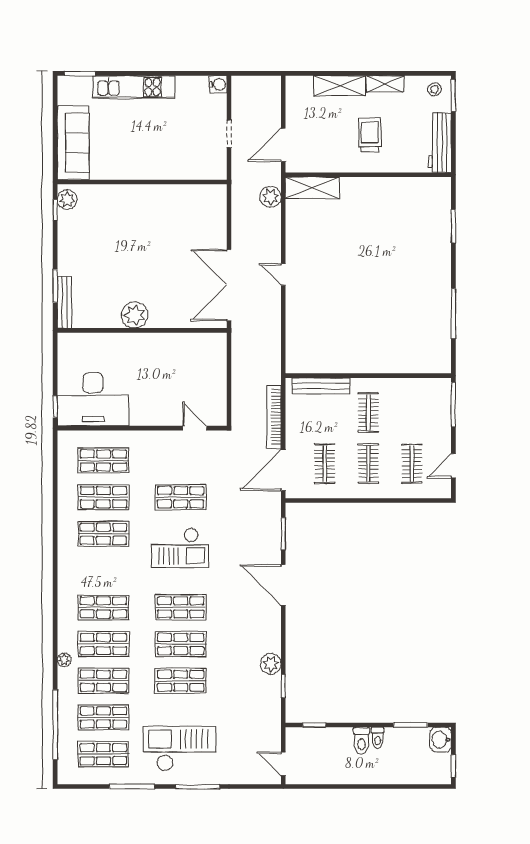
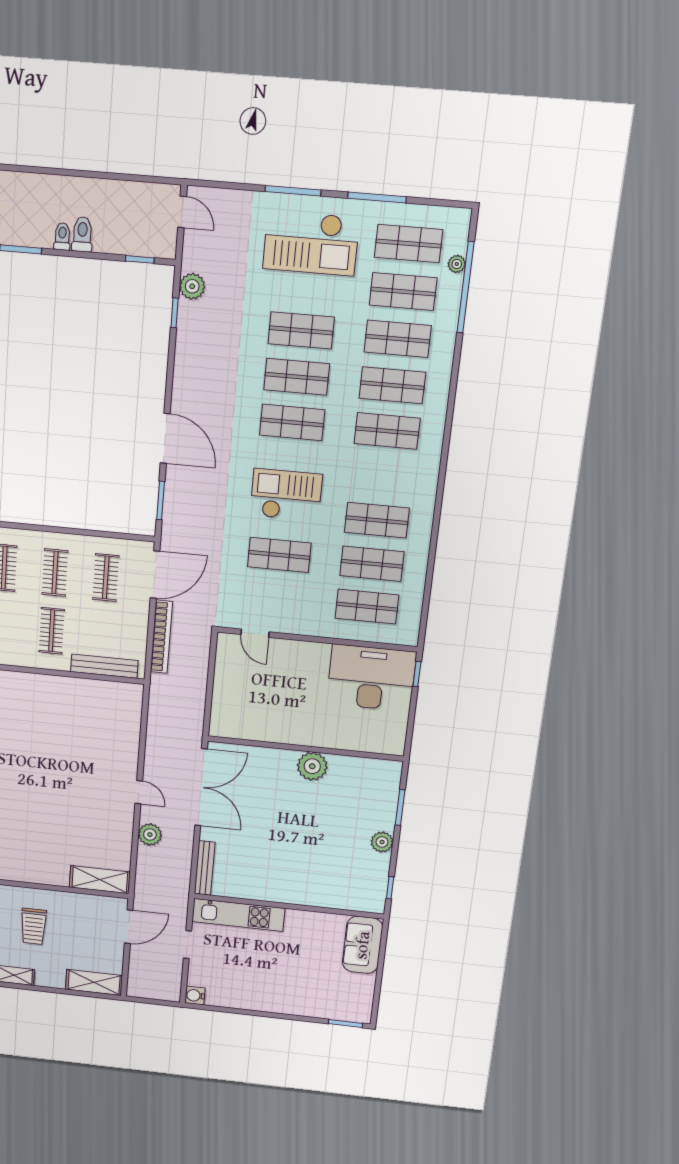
shelving: (340, 86) -> (94, 982), moved
kitchen unit: (134, 87) -> (238, 915), moved, turned 180
sofa: (73, 143) -> (363, 945), width x0.73
plant: (270, 197) -> (150, 835), moved
plant: (67, 199) -> (382, 842), moved
bench: (65, 303) -> (205, 868), moved
plant: (64, 660) -> (457, 264), moved
plant: (271, 664) -> (192, 286), moved

